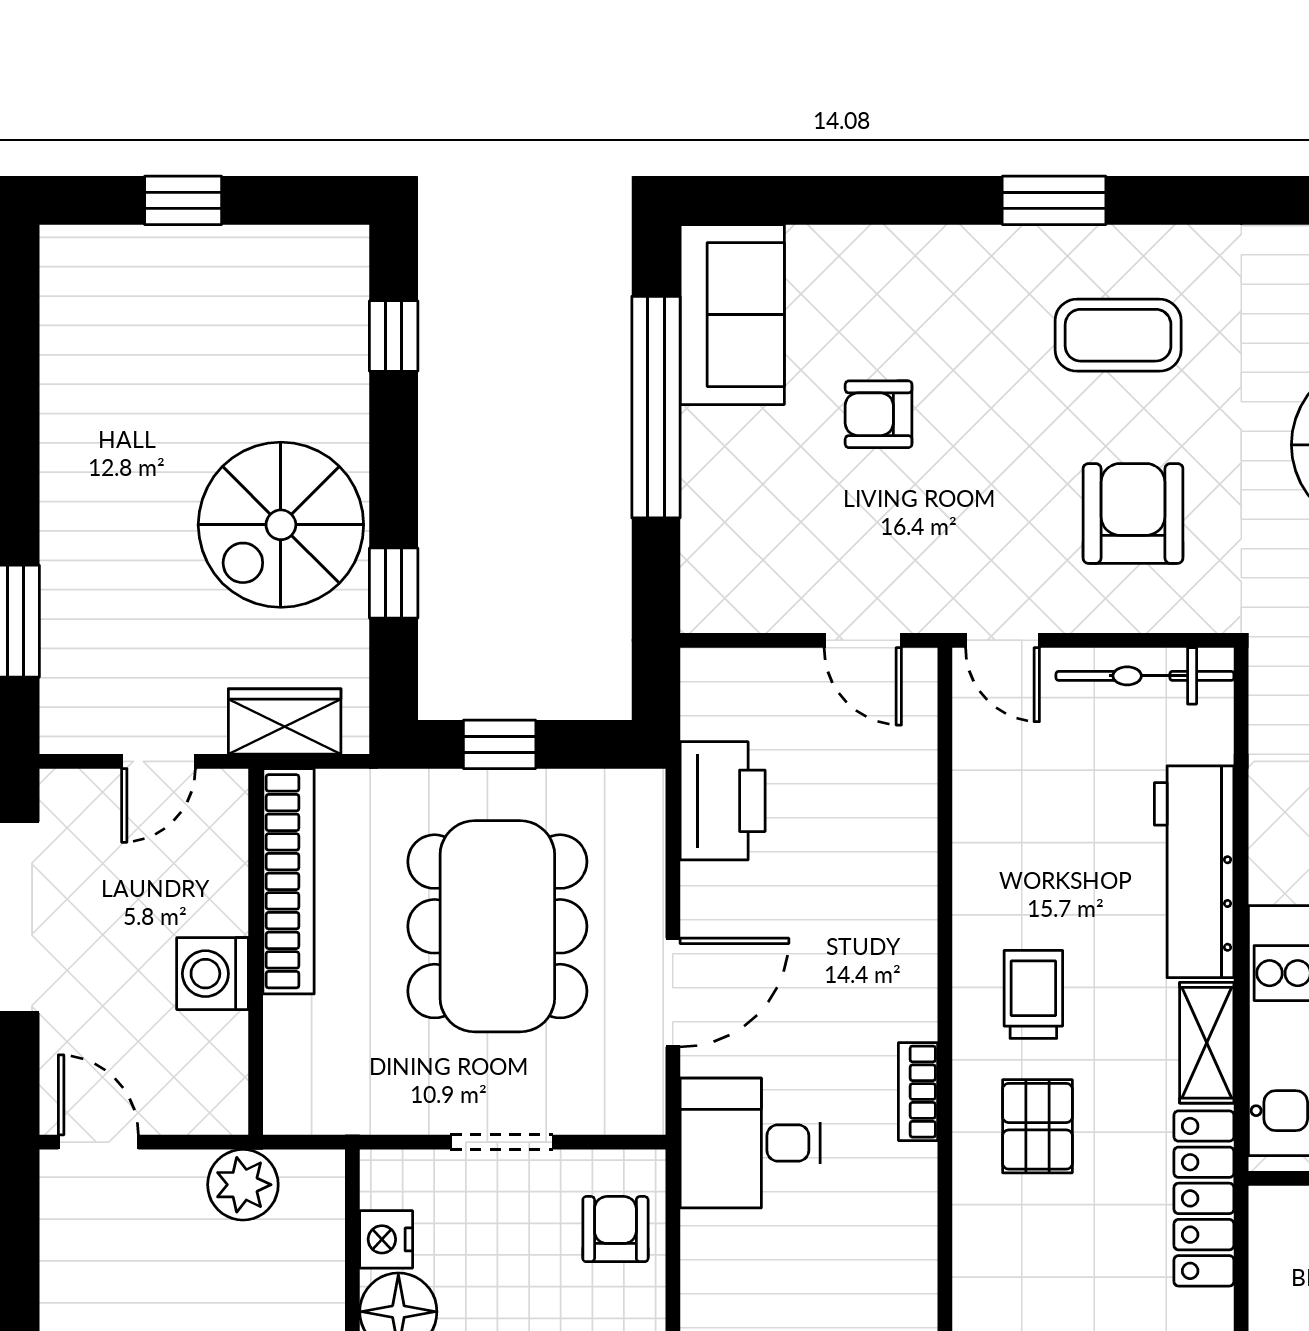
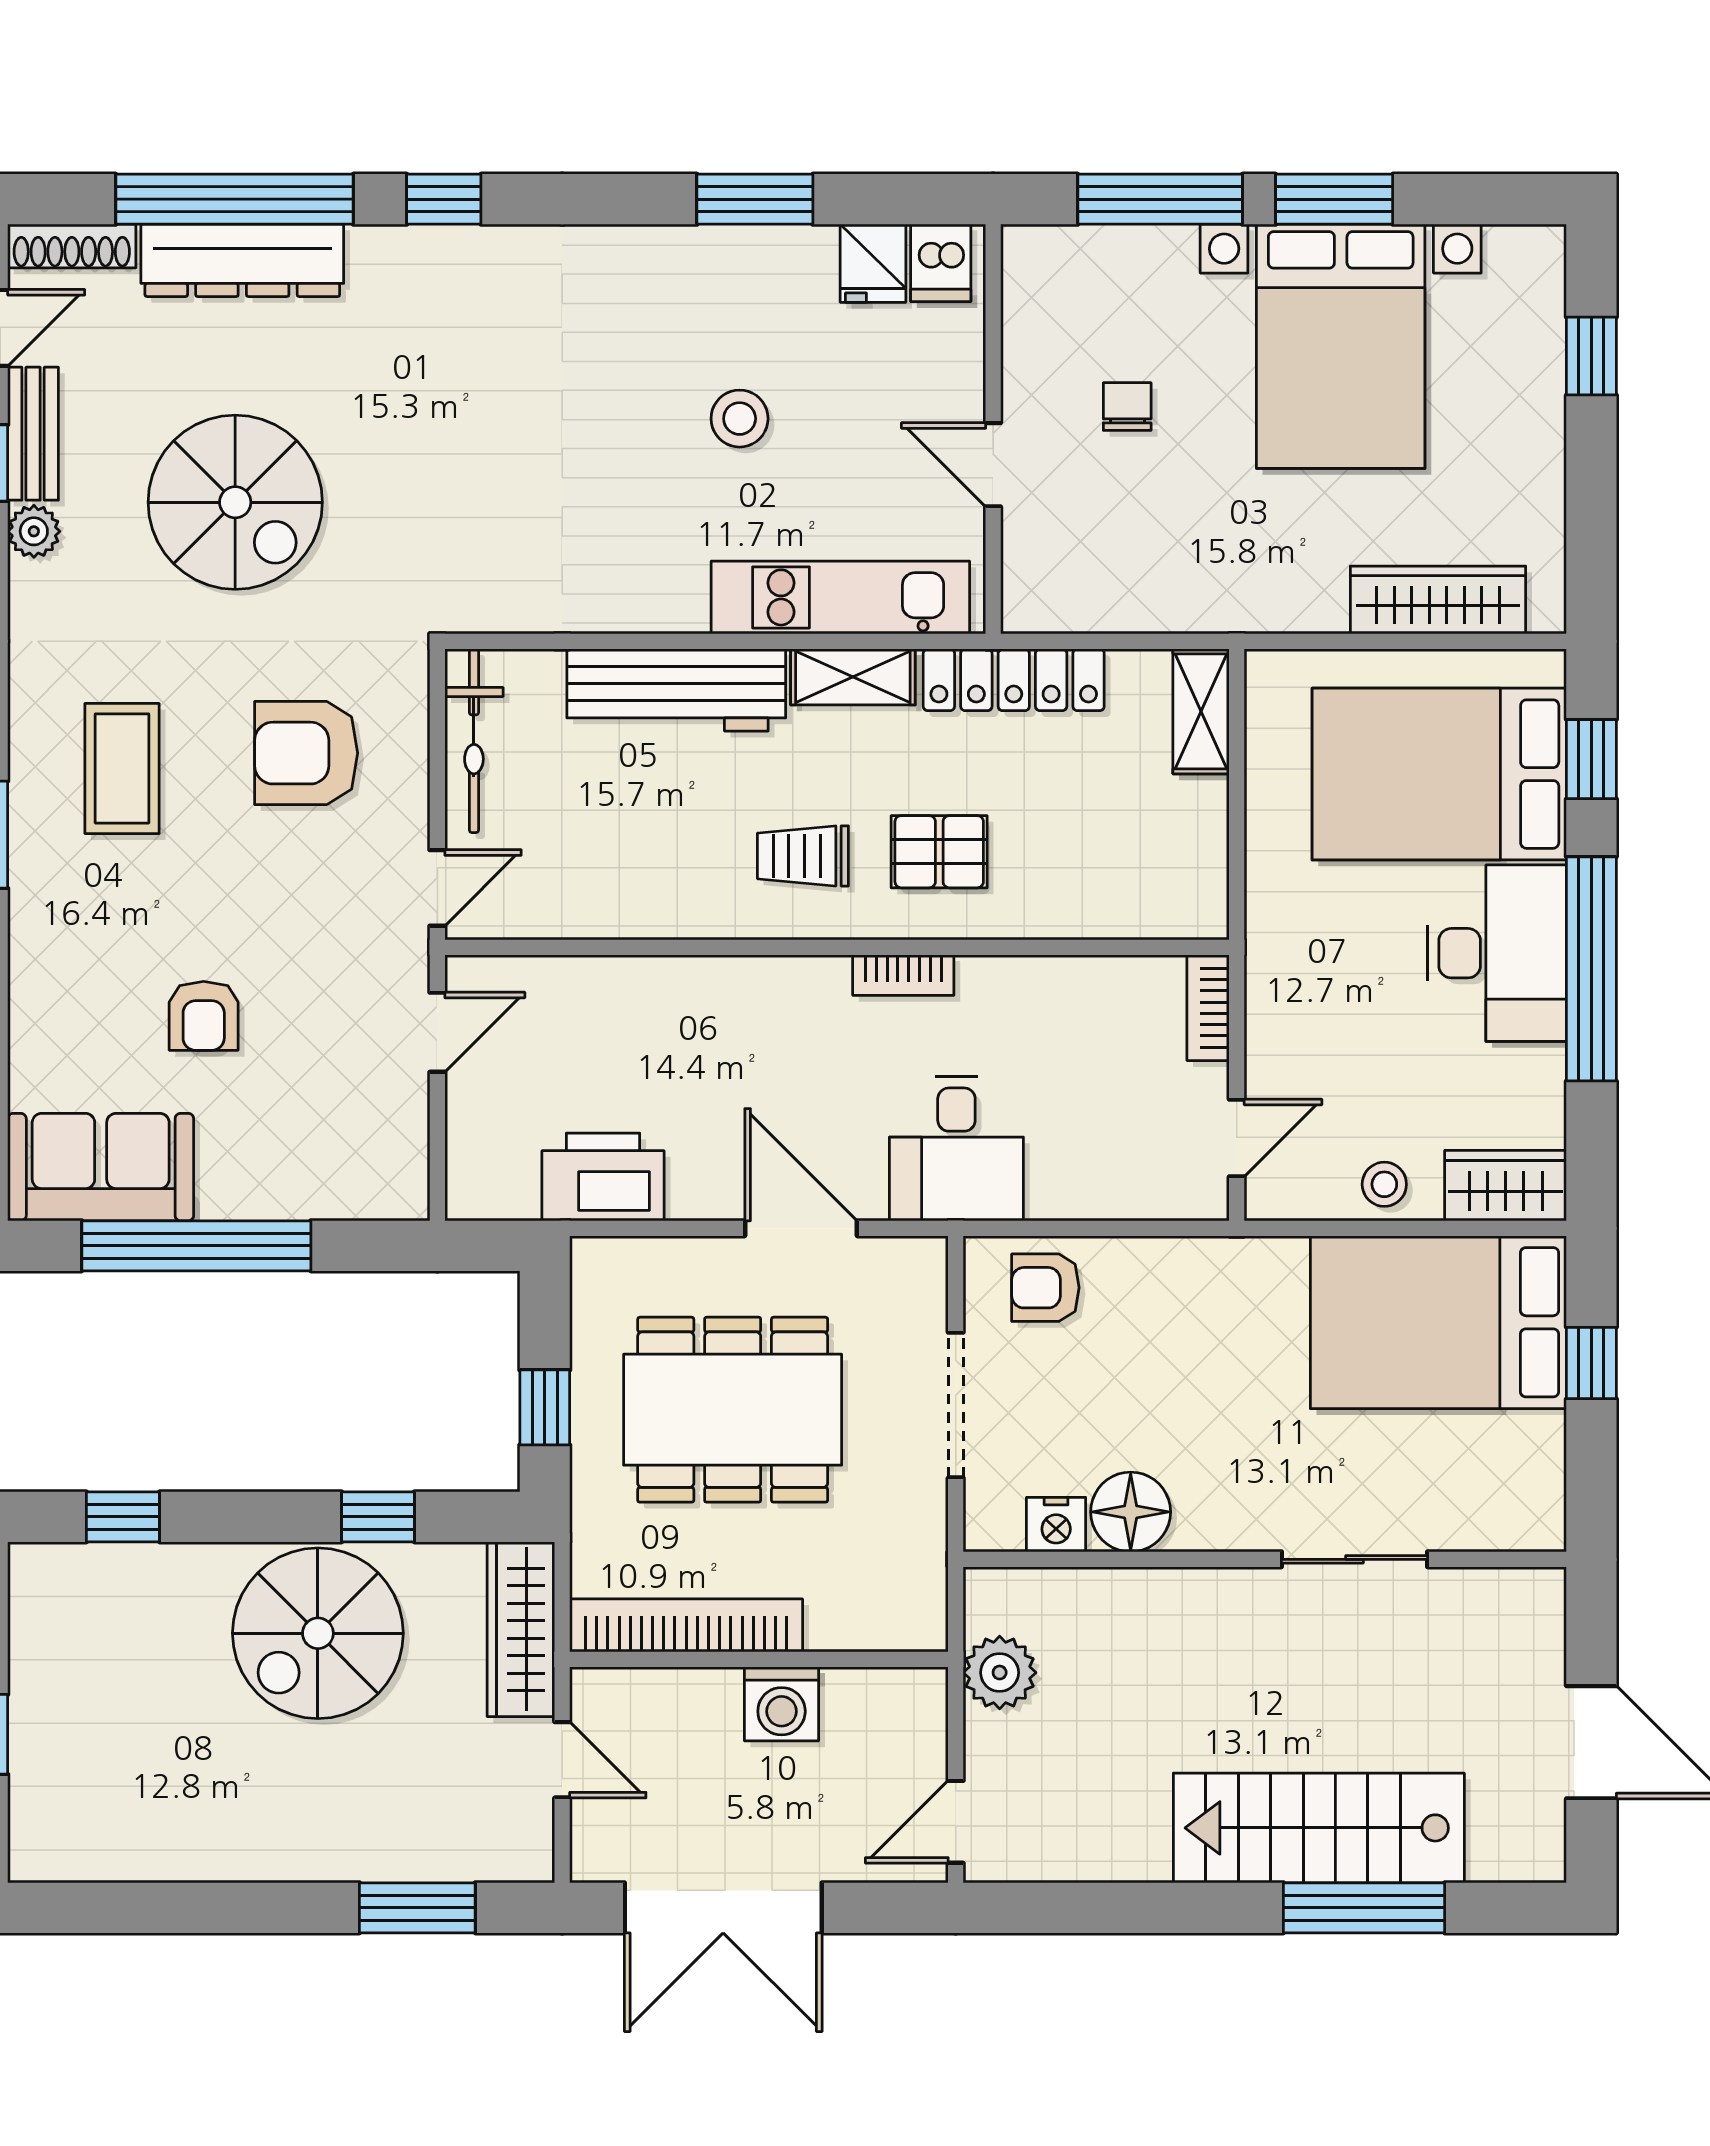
spiral stairs: (281, 525) -> (318, 1633), turned 90
wardrobe: (285, 721) -> (521, 1629), width x1.50
doorway: (502, 1142) -> (956, 1405), width x1.38

